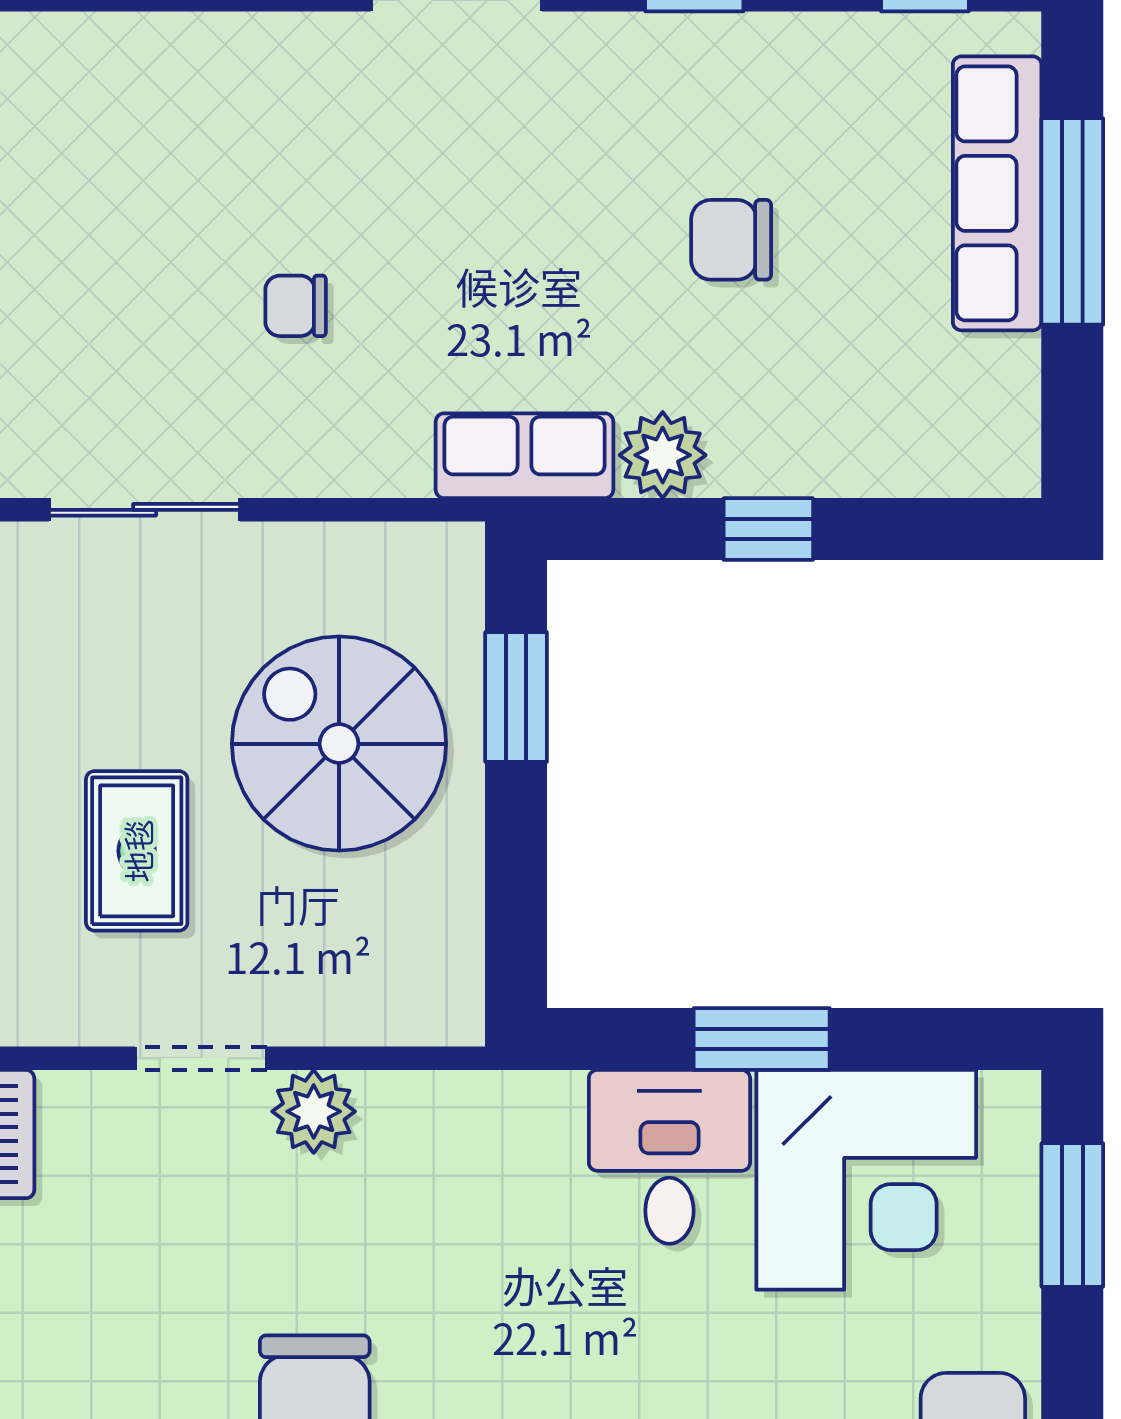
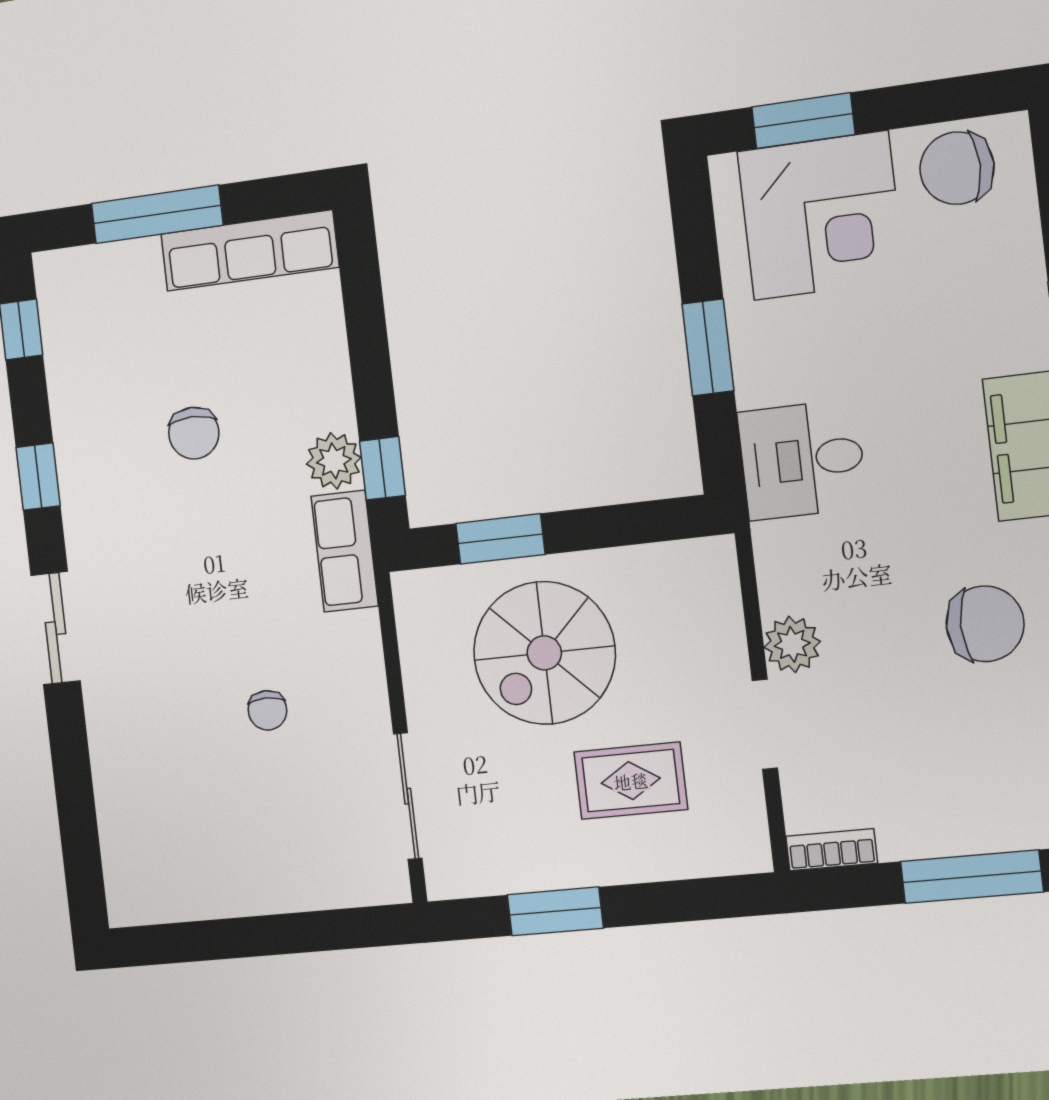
row of seats: (997, 193) -> (250, 251), moved
window: (768, 529) -> (382, 468), moved
desk: (669, 1157) -> (802, 460), moved
corner desk: (866, 1180) -> (821, 216), moved, turned 90

